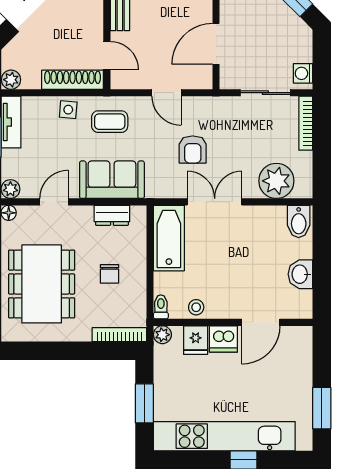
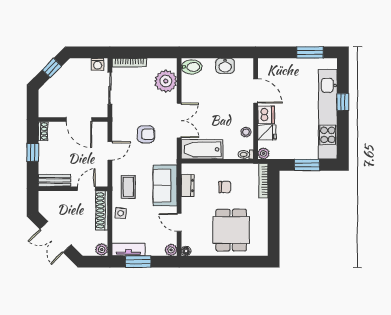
double door: (215, 202) -> (179, 120), swing flipped
dining table: (42, 284) -> (231, 230), width x0.73

